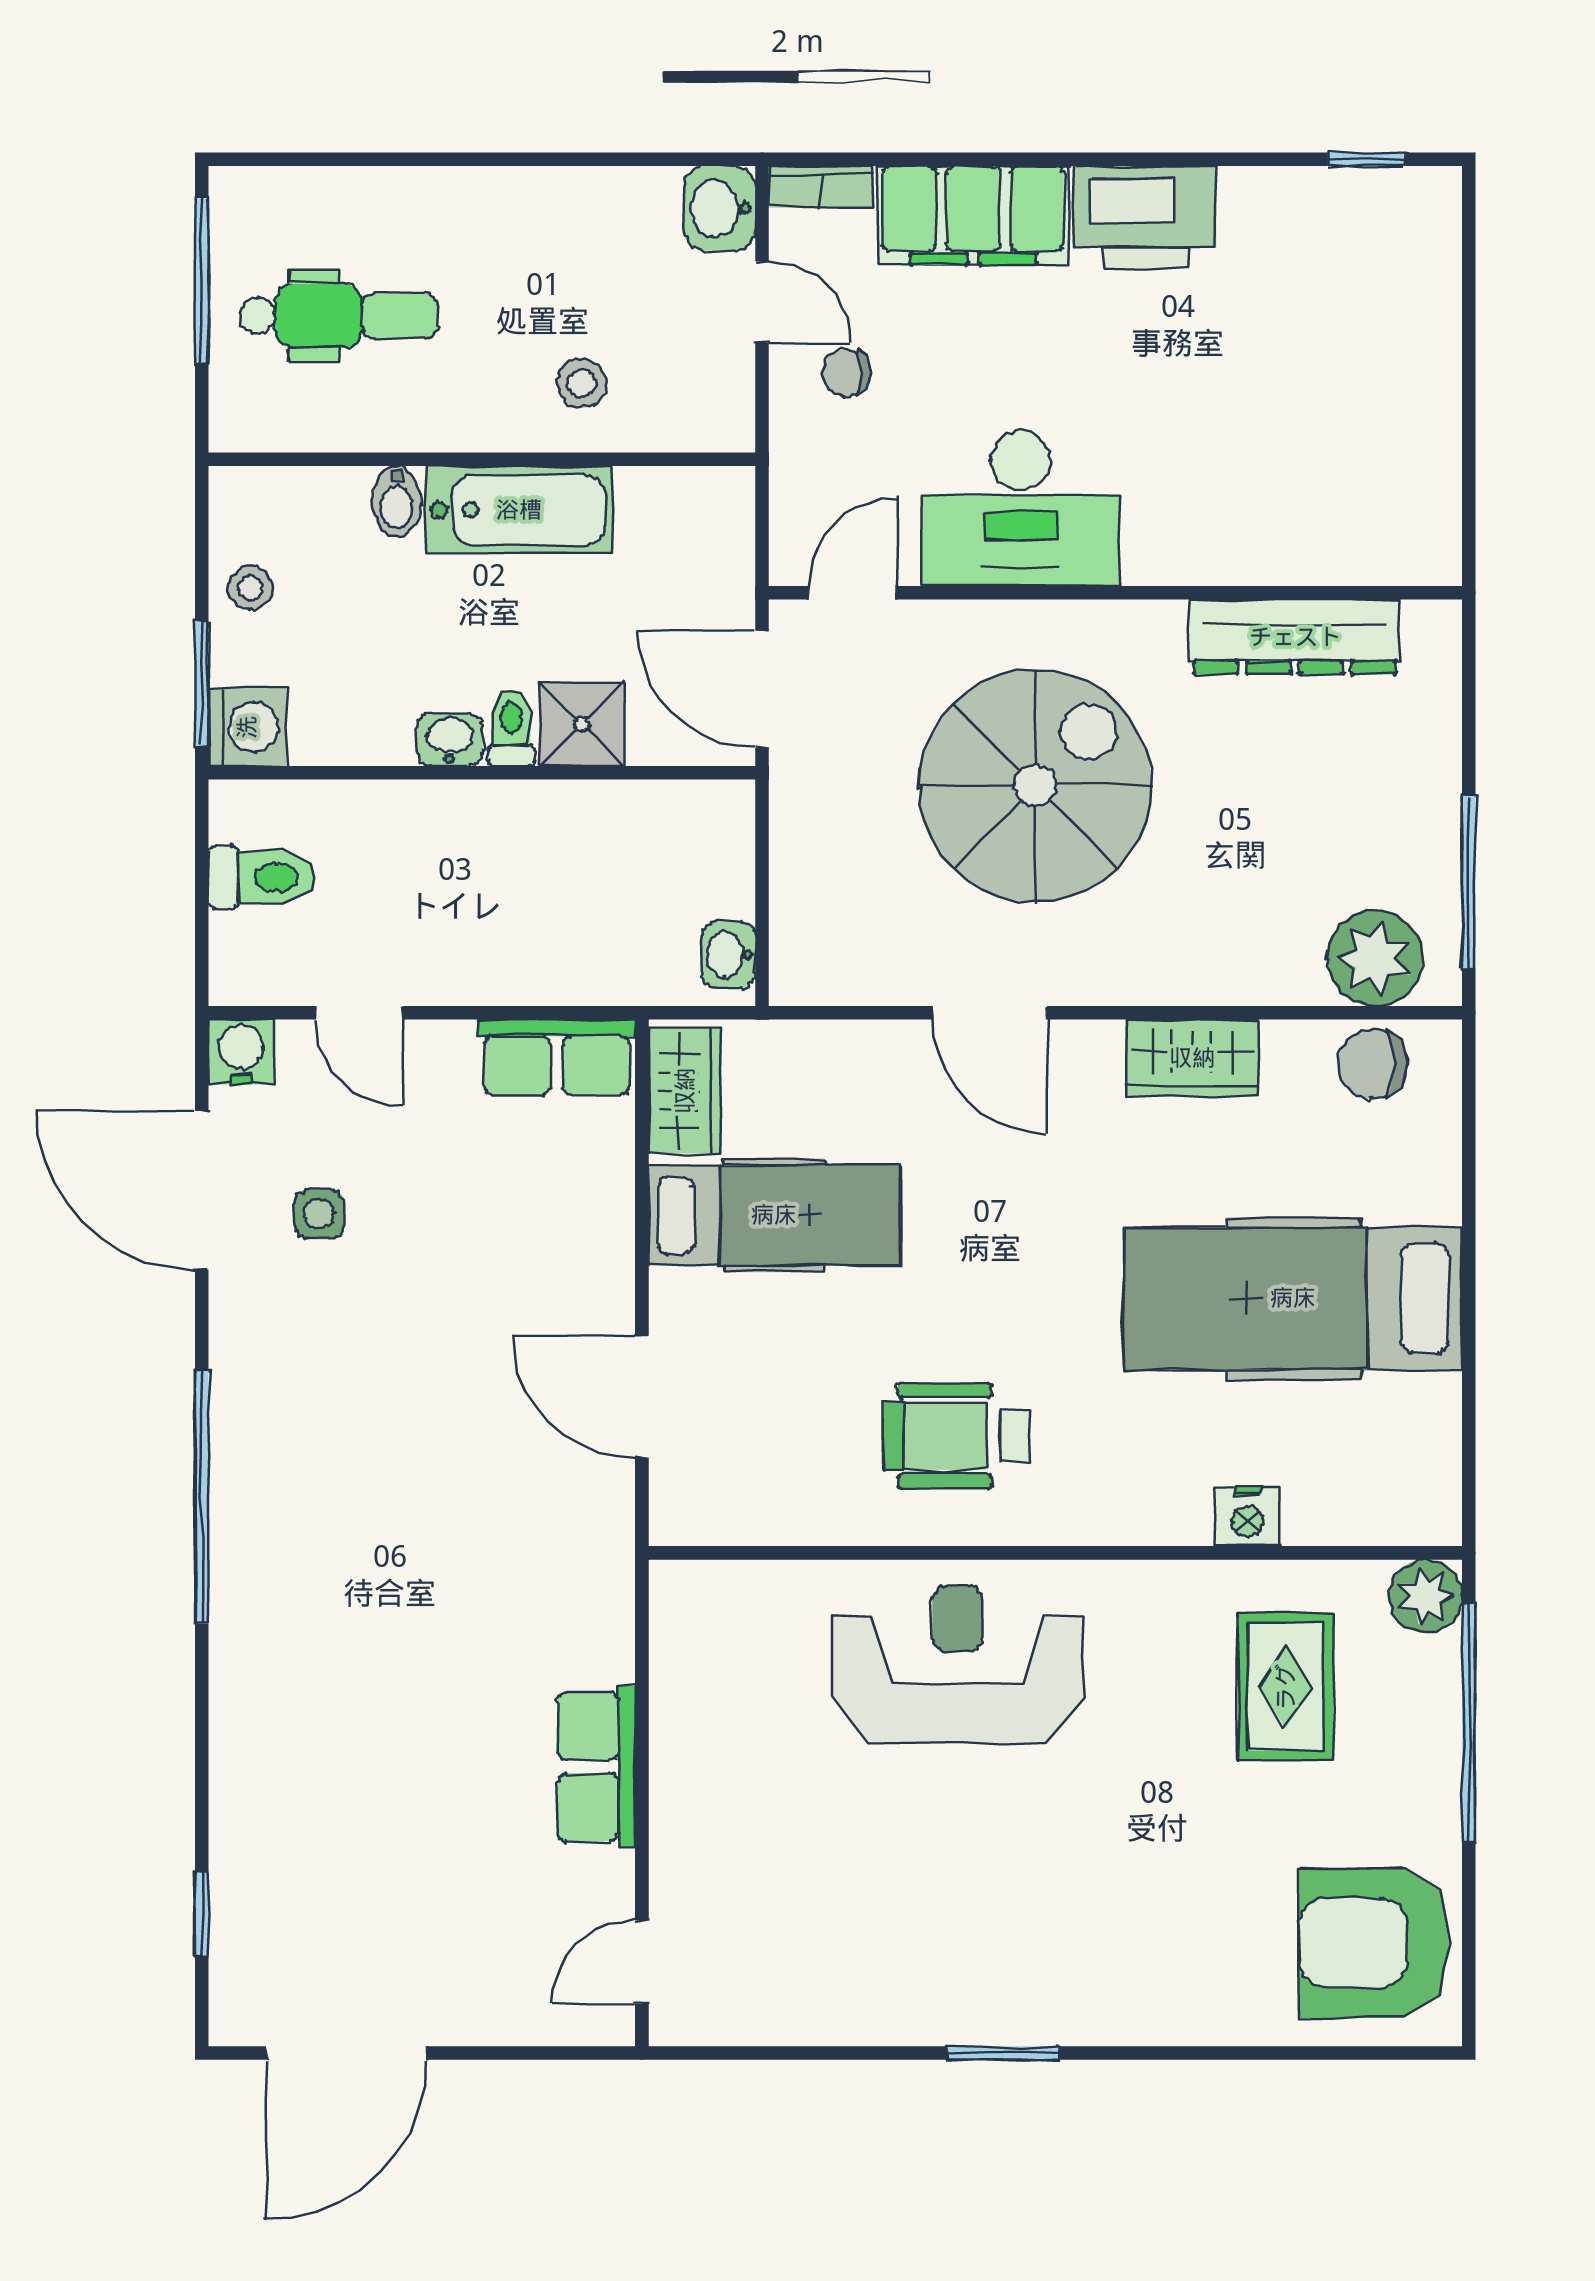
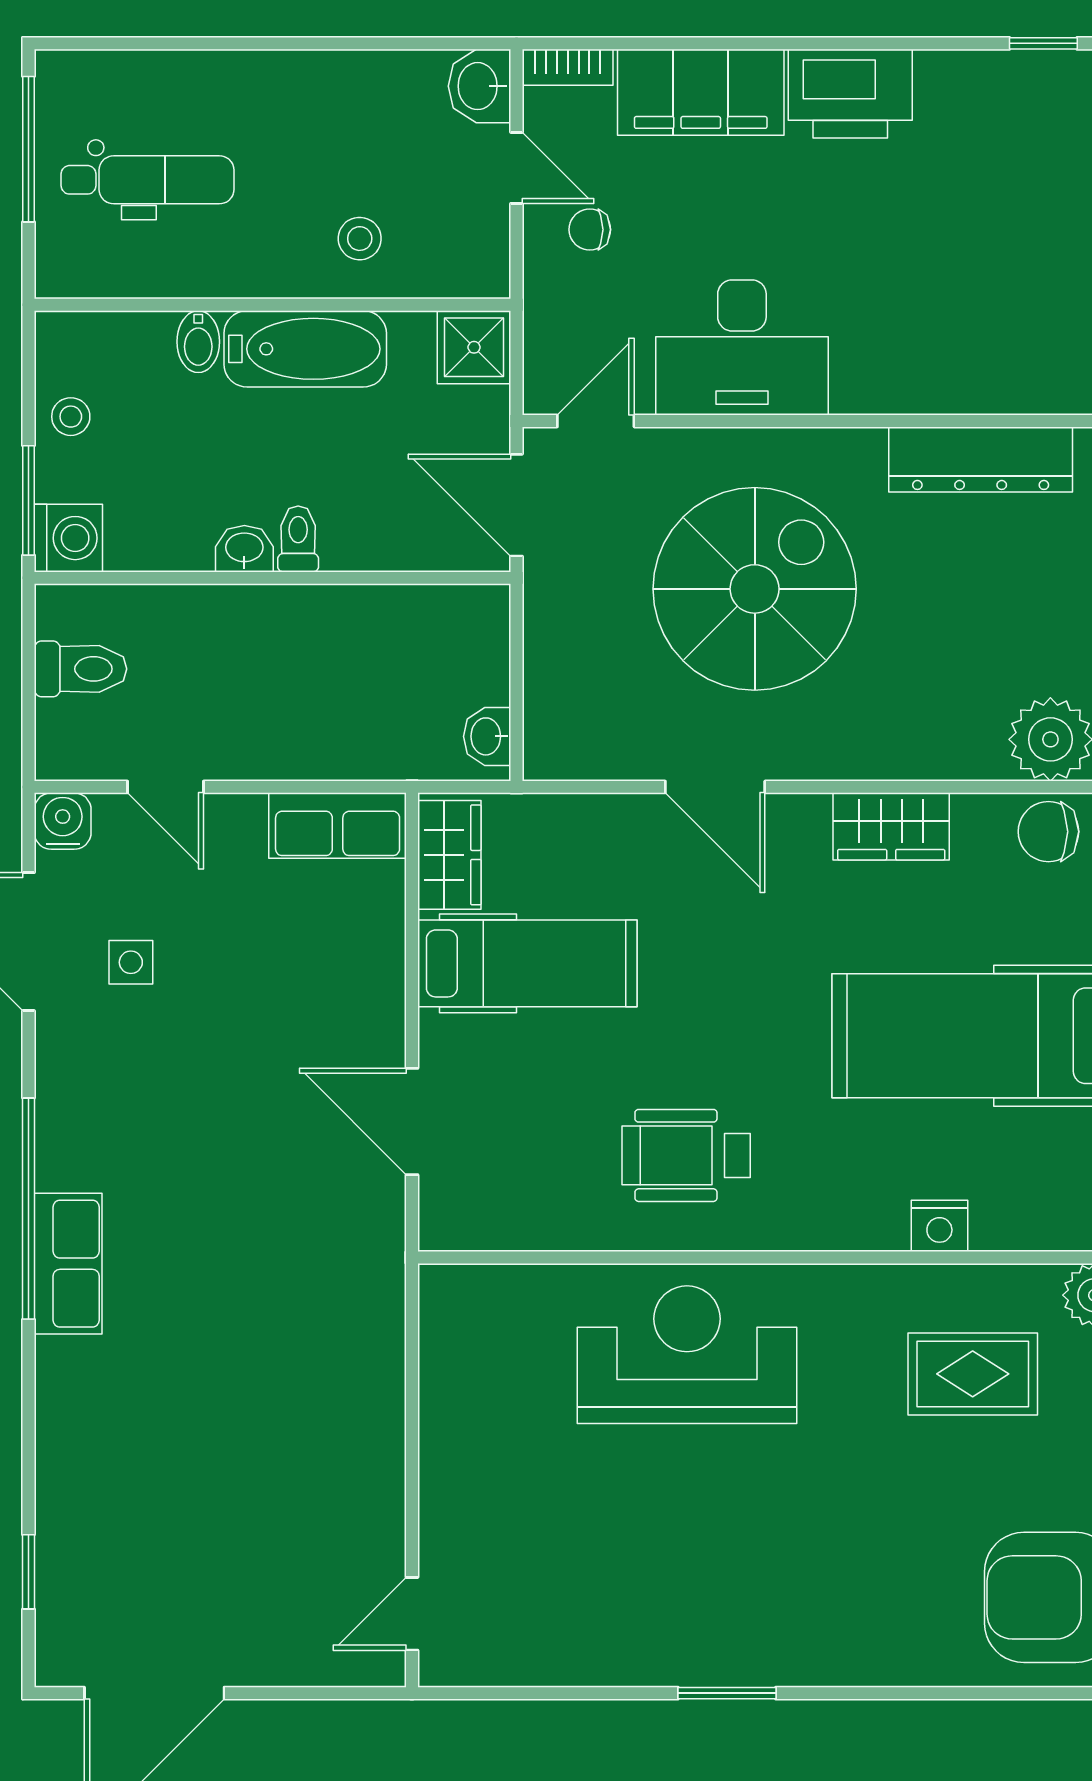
shower: (582, 724) -> (474, 347), moved
rug: (1286, 1687) -> (973, 1374), turned 90
row of seats: (597, 1767) -> (68, 1264), moved, turned 180

